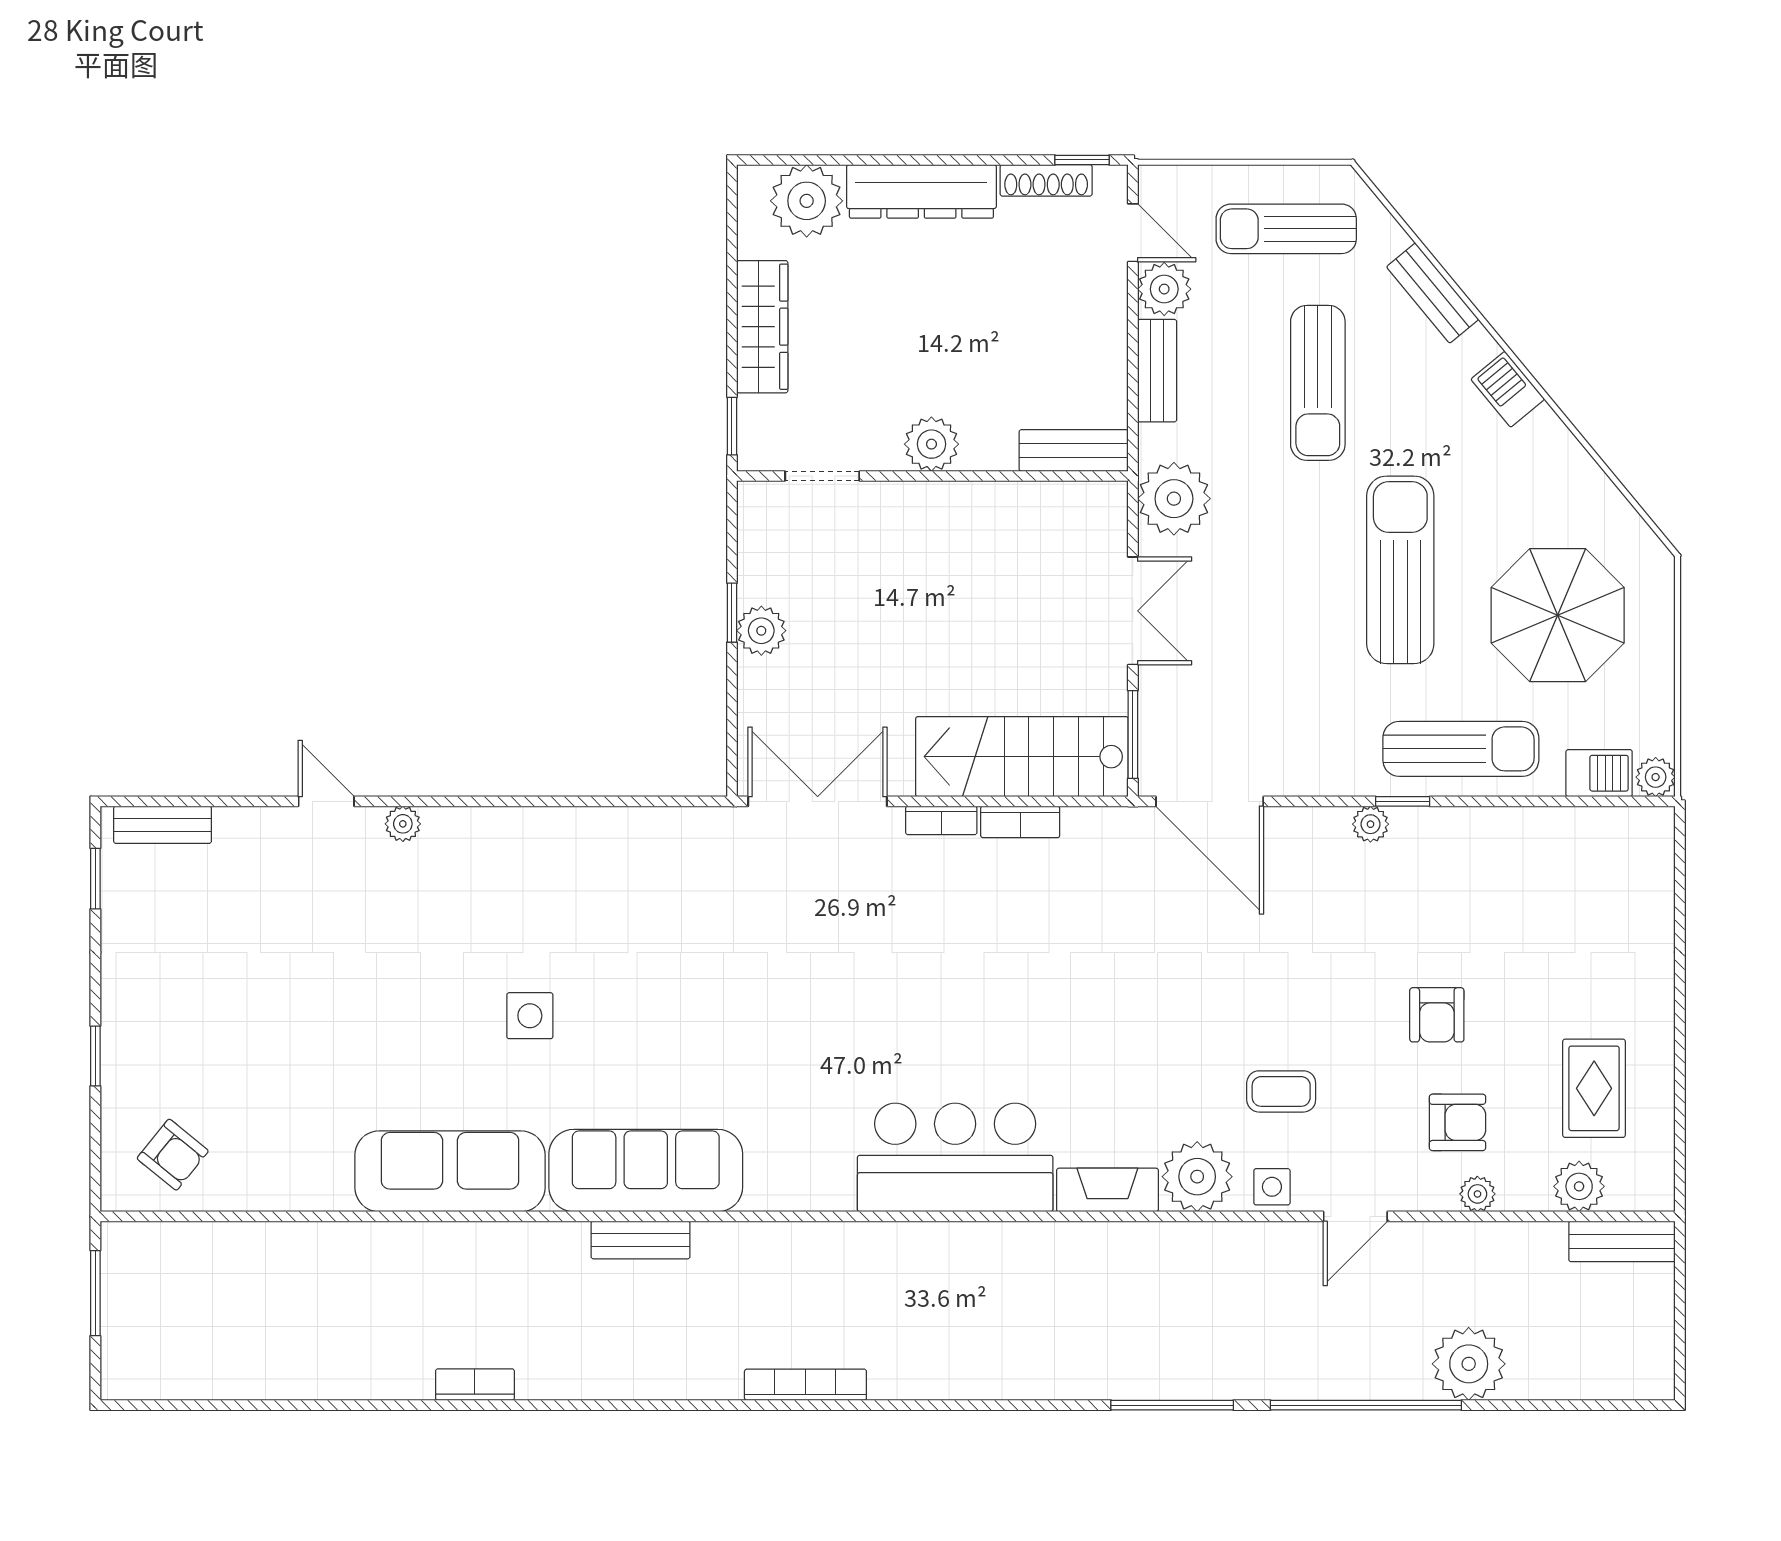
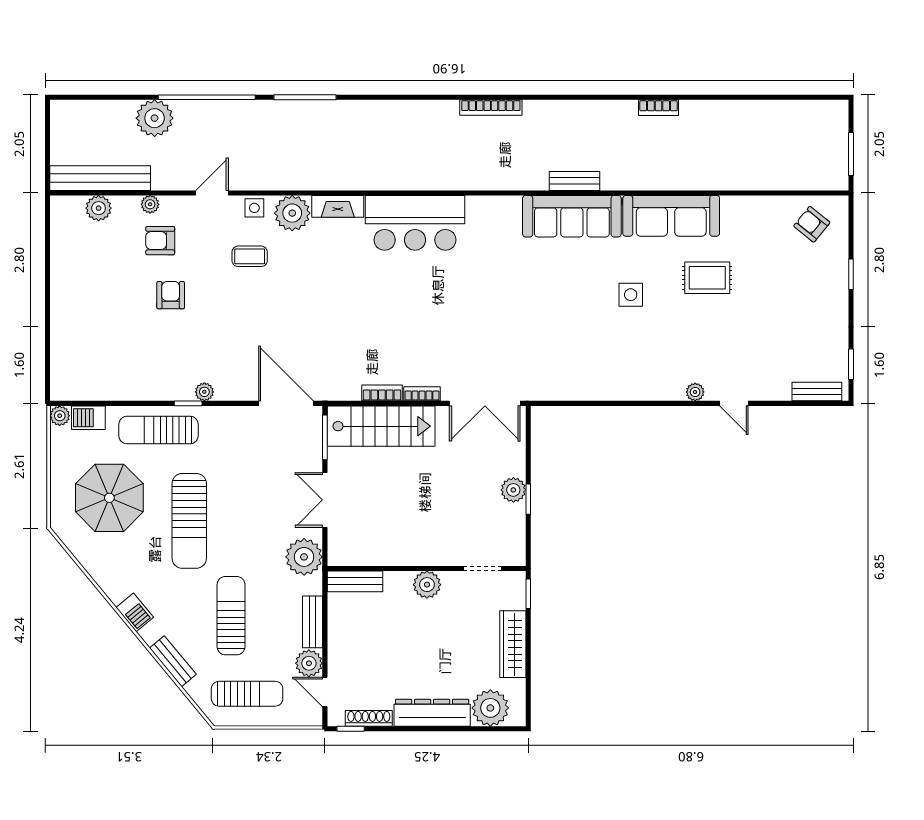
rug: (1594, 1088) -> (707, 278), moved, turned 90
bench: (1622, 1241) -> (100, 178), width x1.86, depth x1.21

